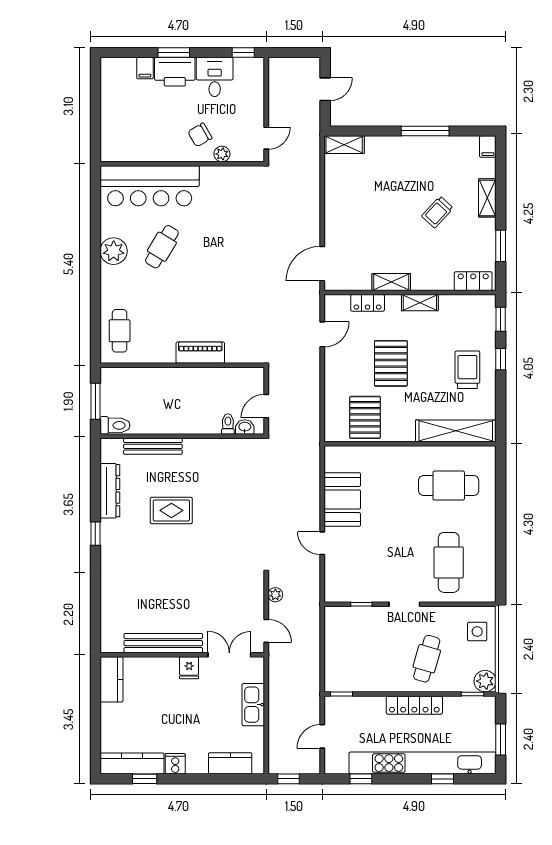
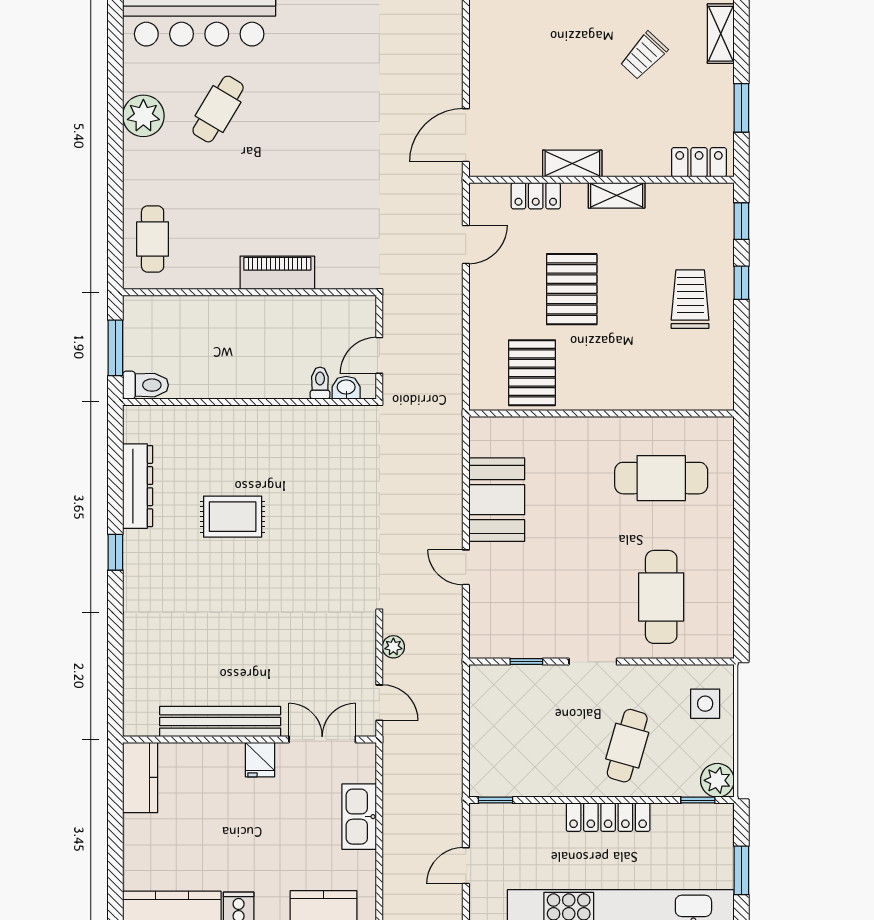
shelving: (456, 431) -> (672, 394), removed
bench: (153, 446) -> (204, 417), removed

